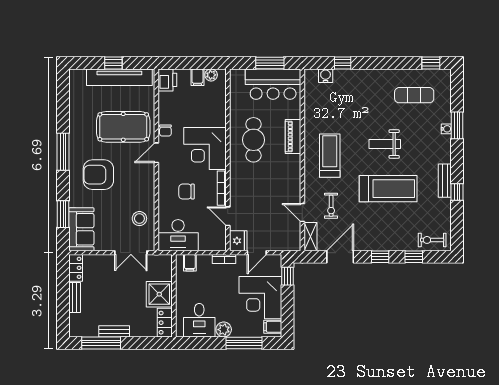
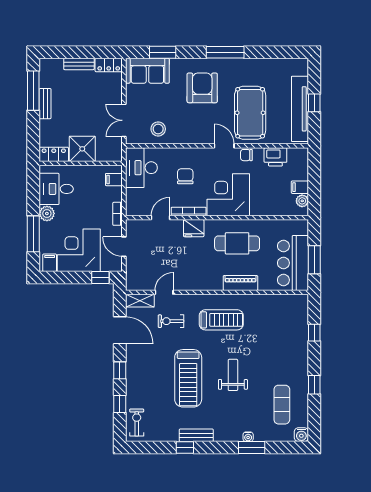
window: (431, 63) -> (314, 385), moved
water cooler: (326, 76) -> (301, 435), moved, turned 90
printer: (167, 80) -> (275, 157), moved
fridge: (238, 241) -> (194, 228), moved

